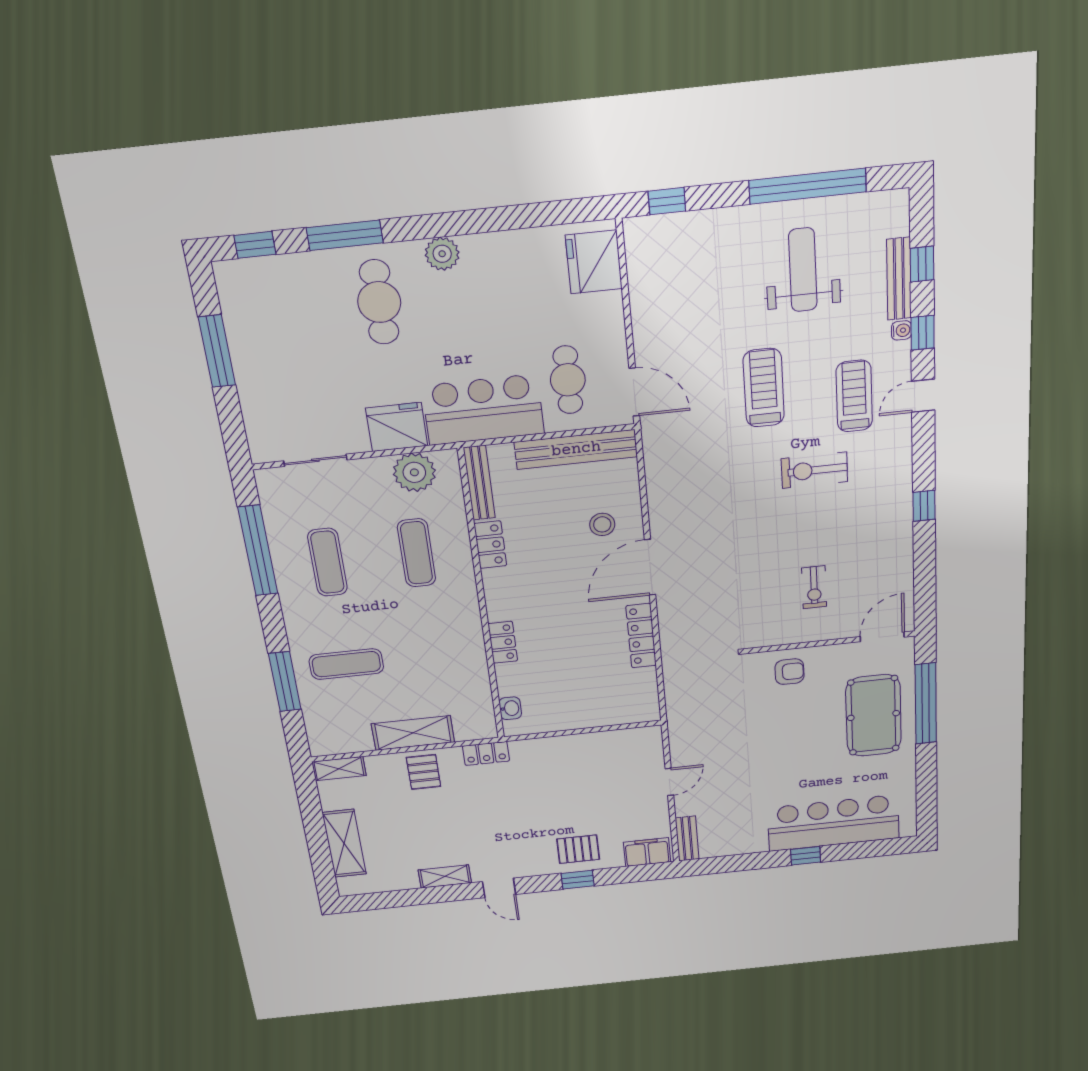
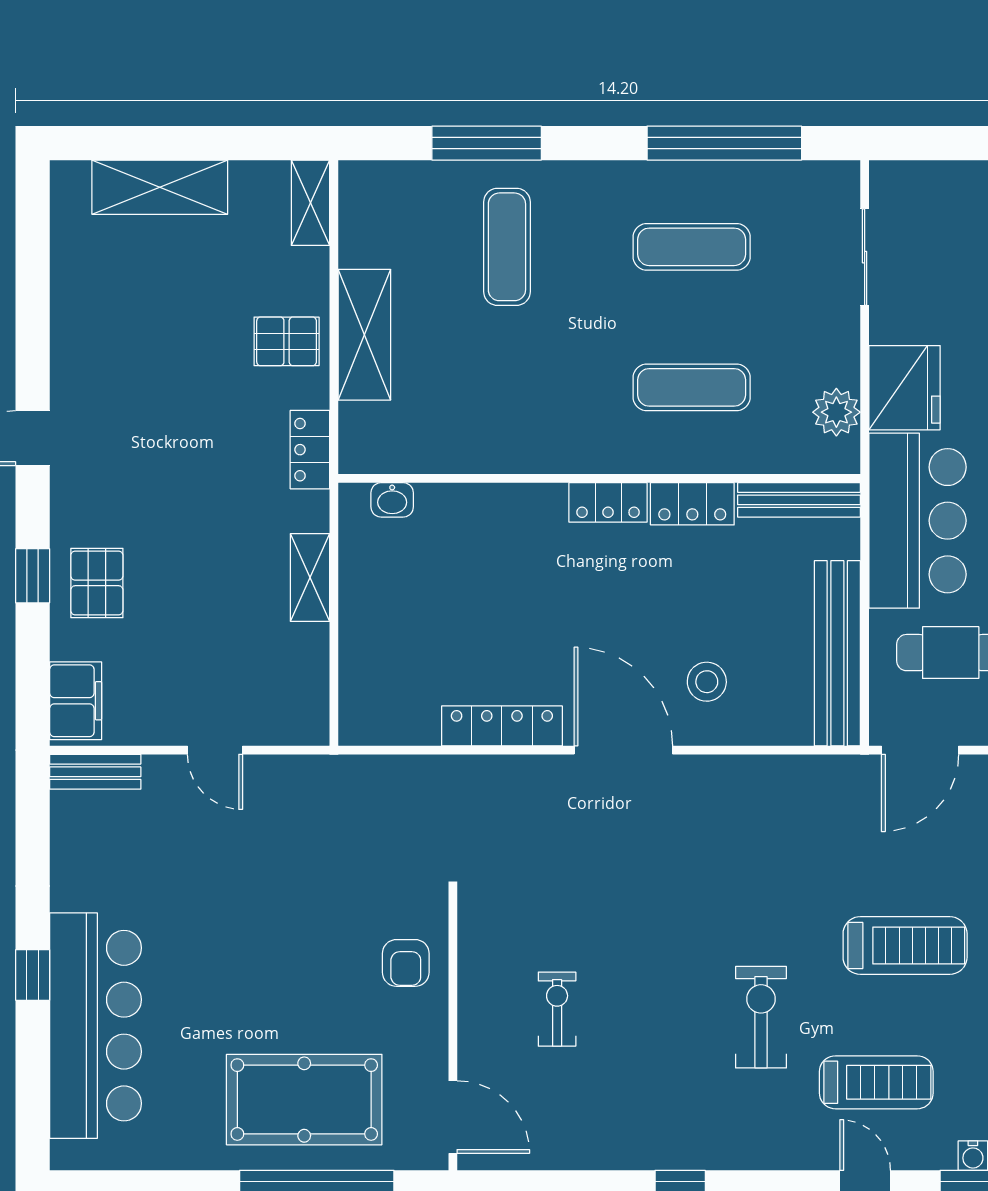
plant: (414, 472) -> (836, 412), width x0.73, depth x0.73
exercise bike: (814, 587) -> (557, 1009), turned 90
locker: (503, 642) -> (608, 502), moved
shelving: (445, 876) -> (310, 578), moved

